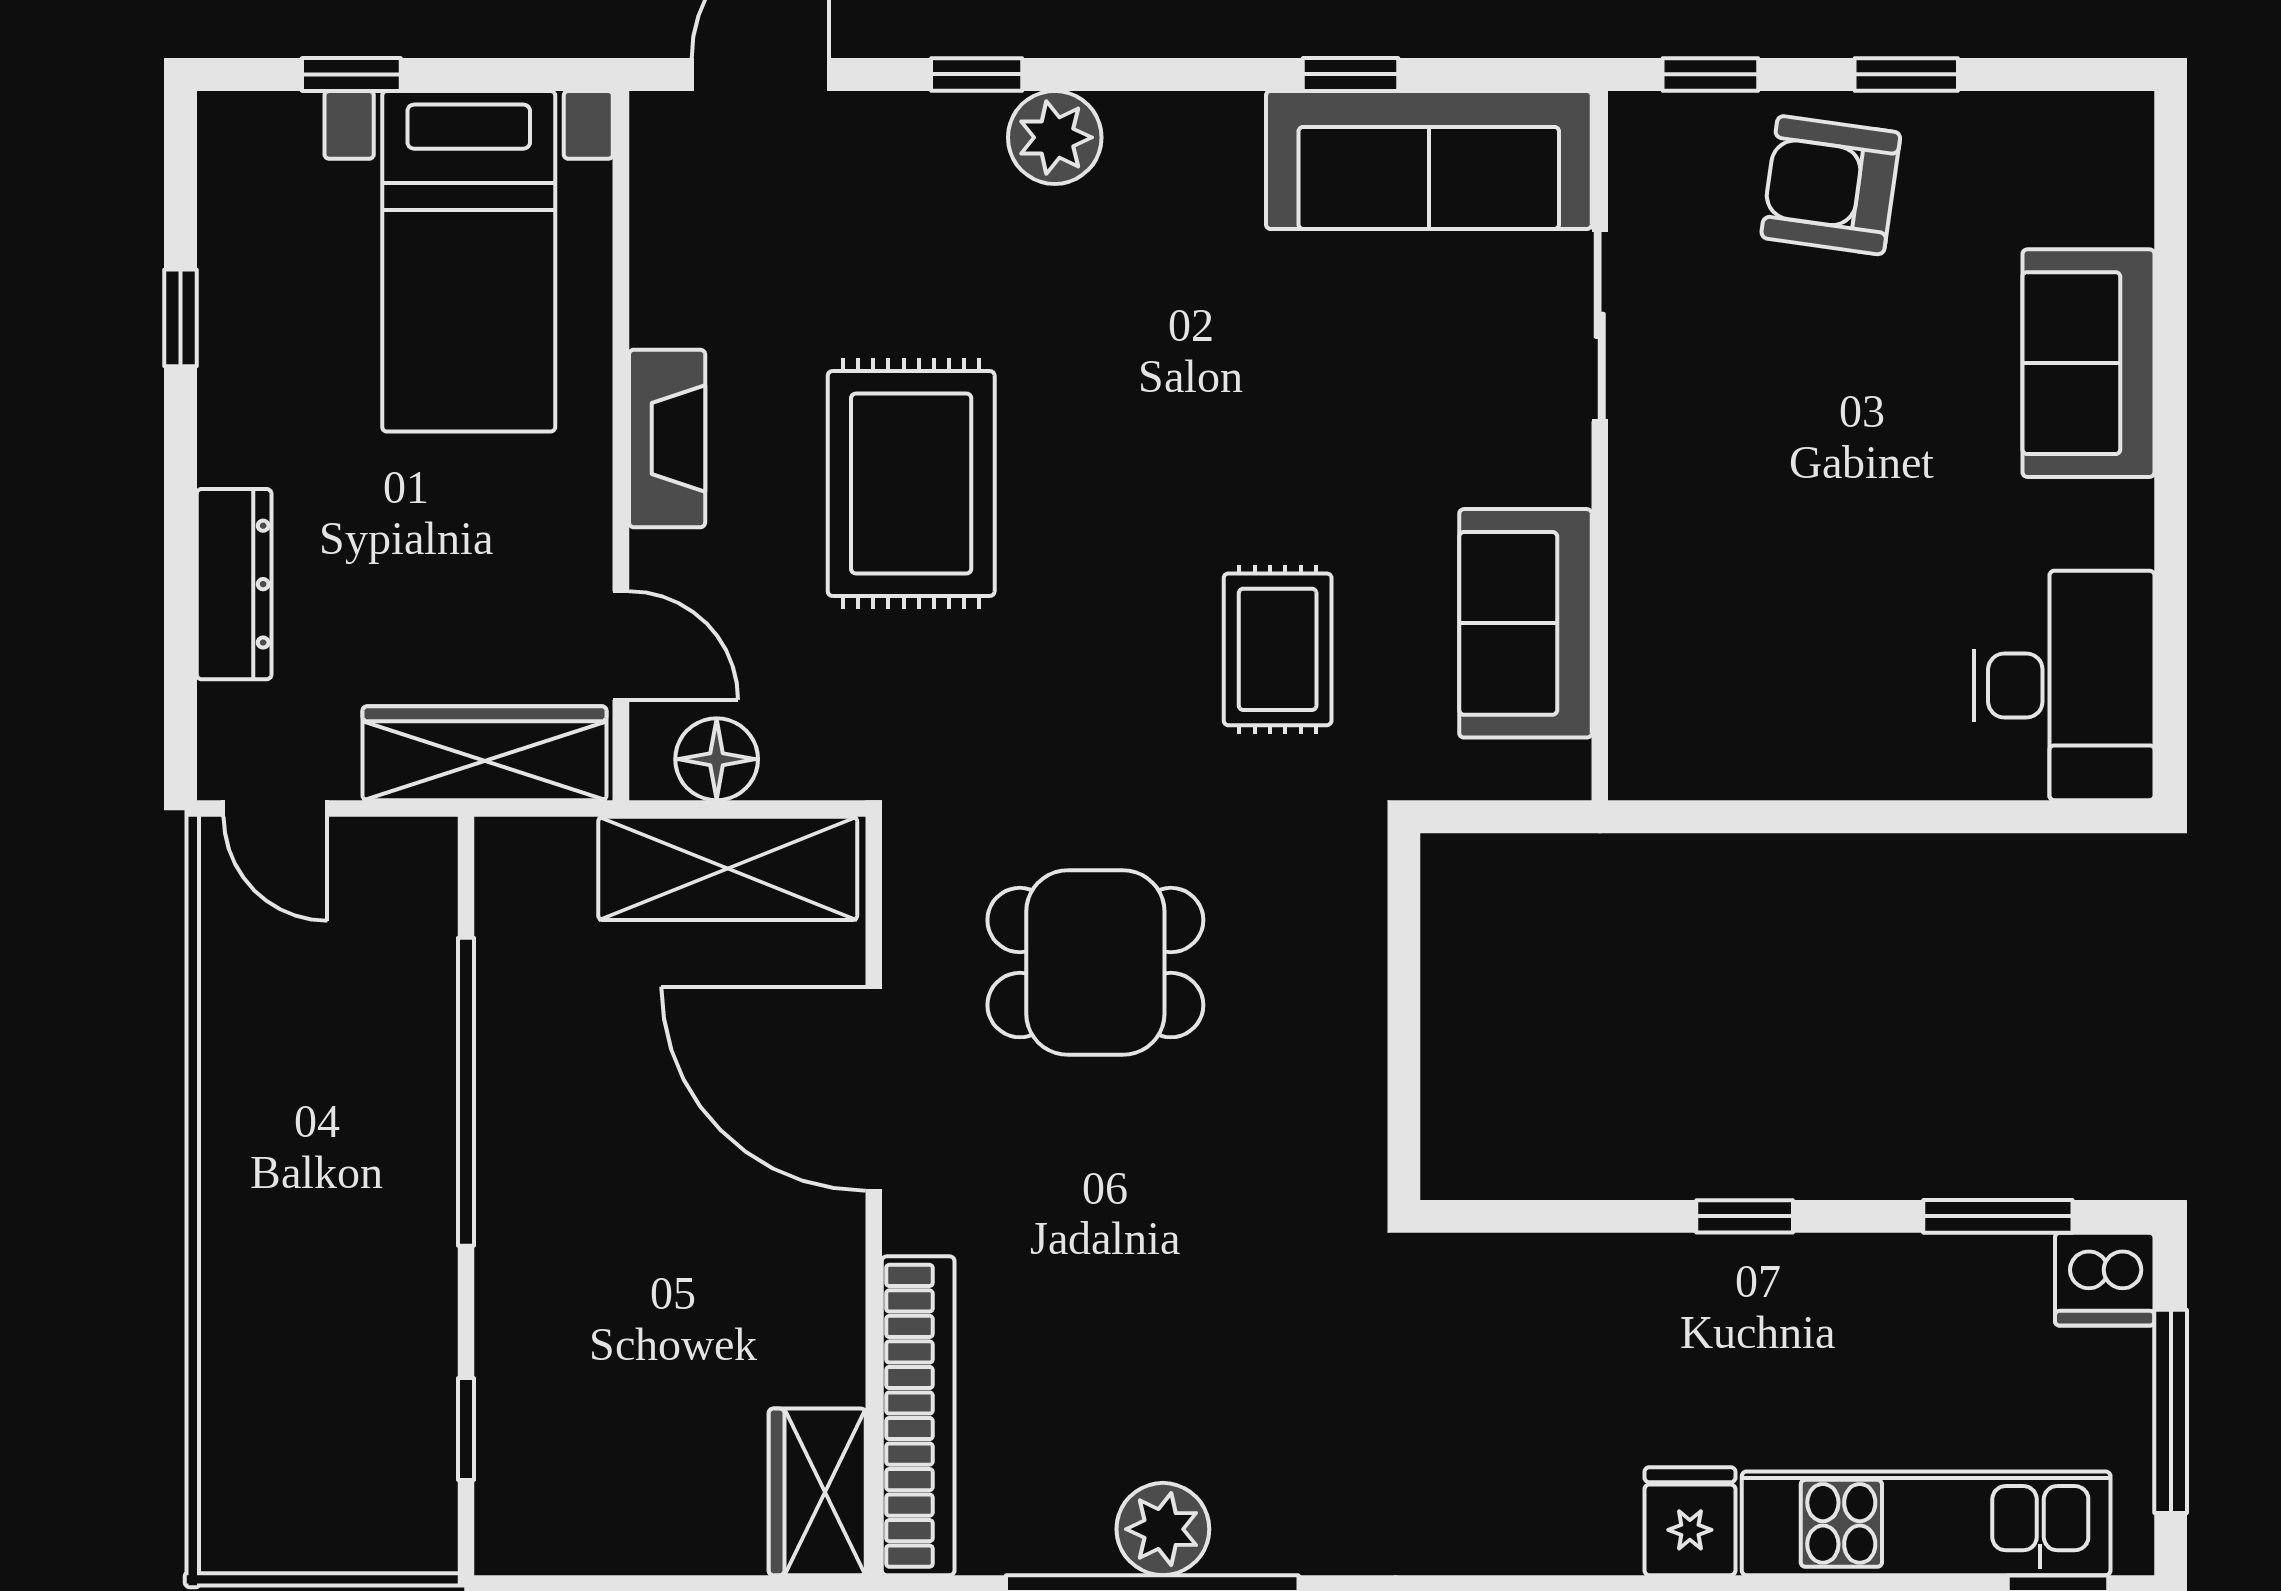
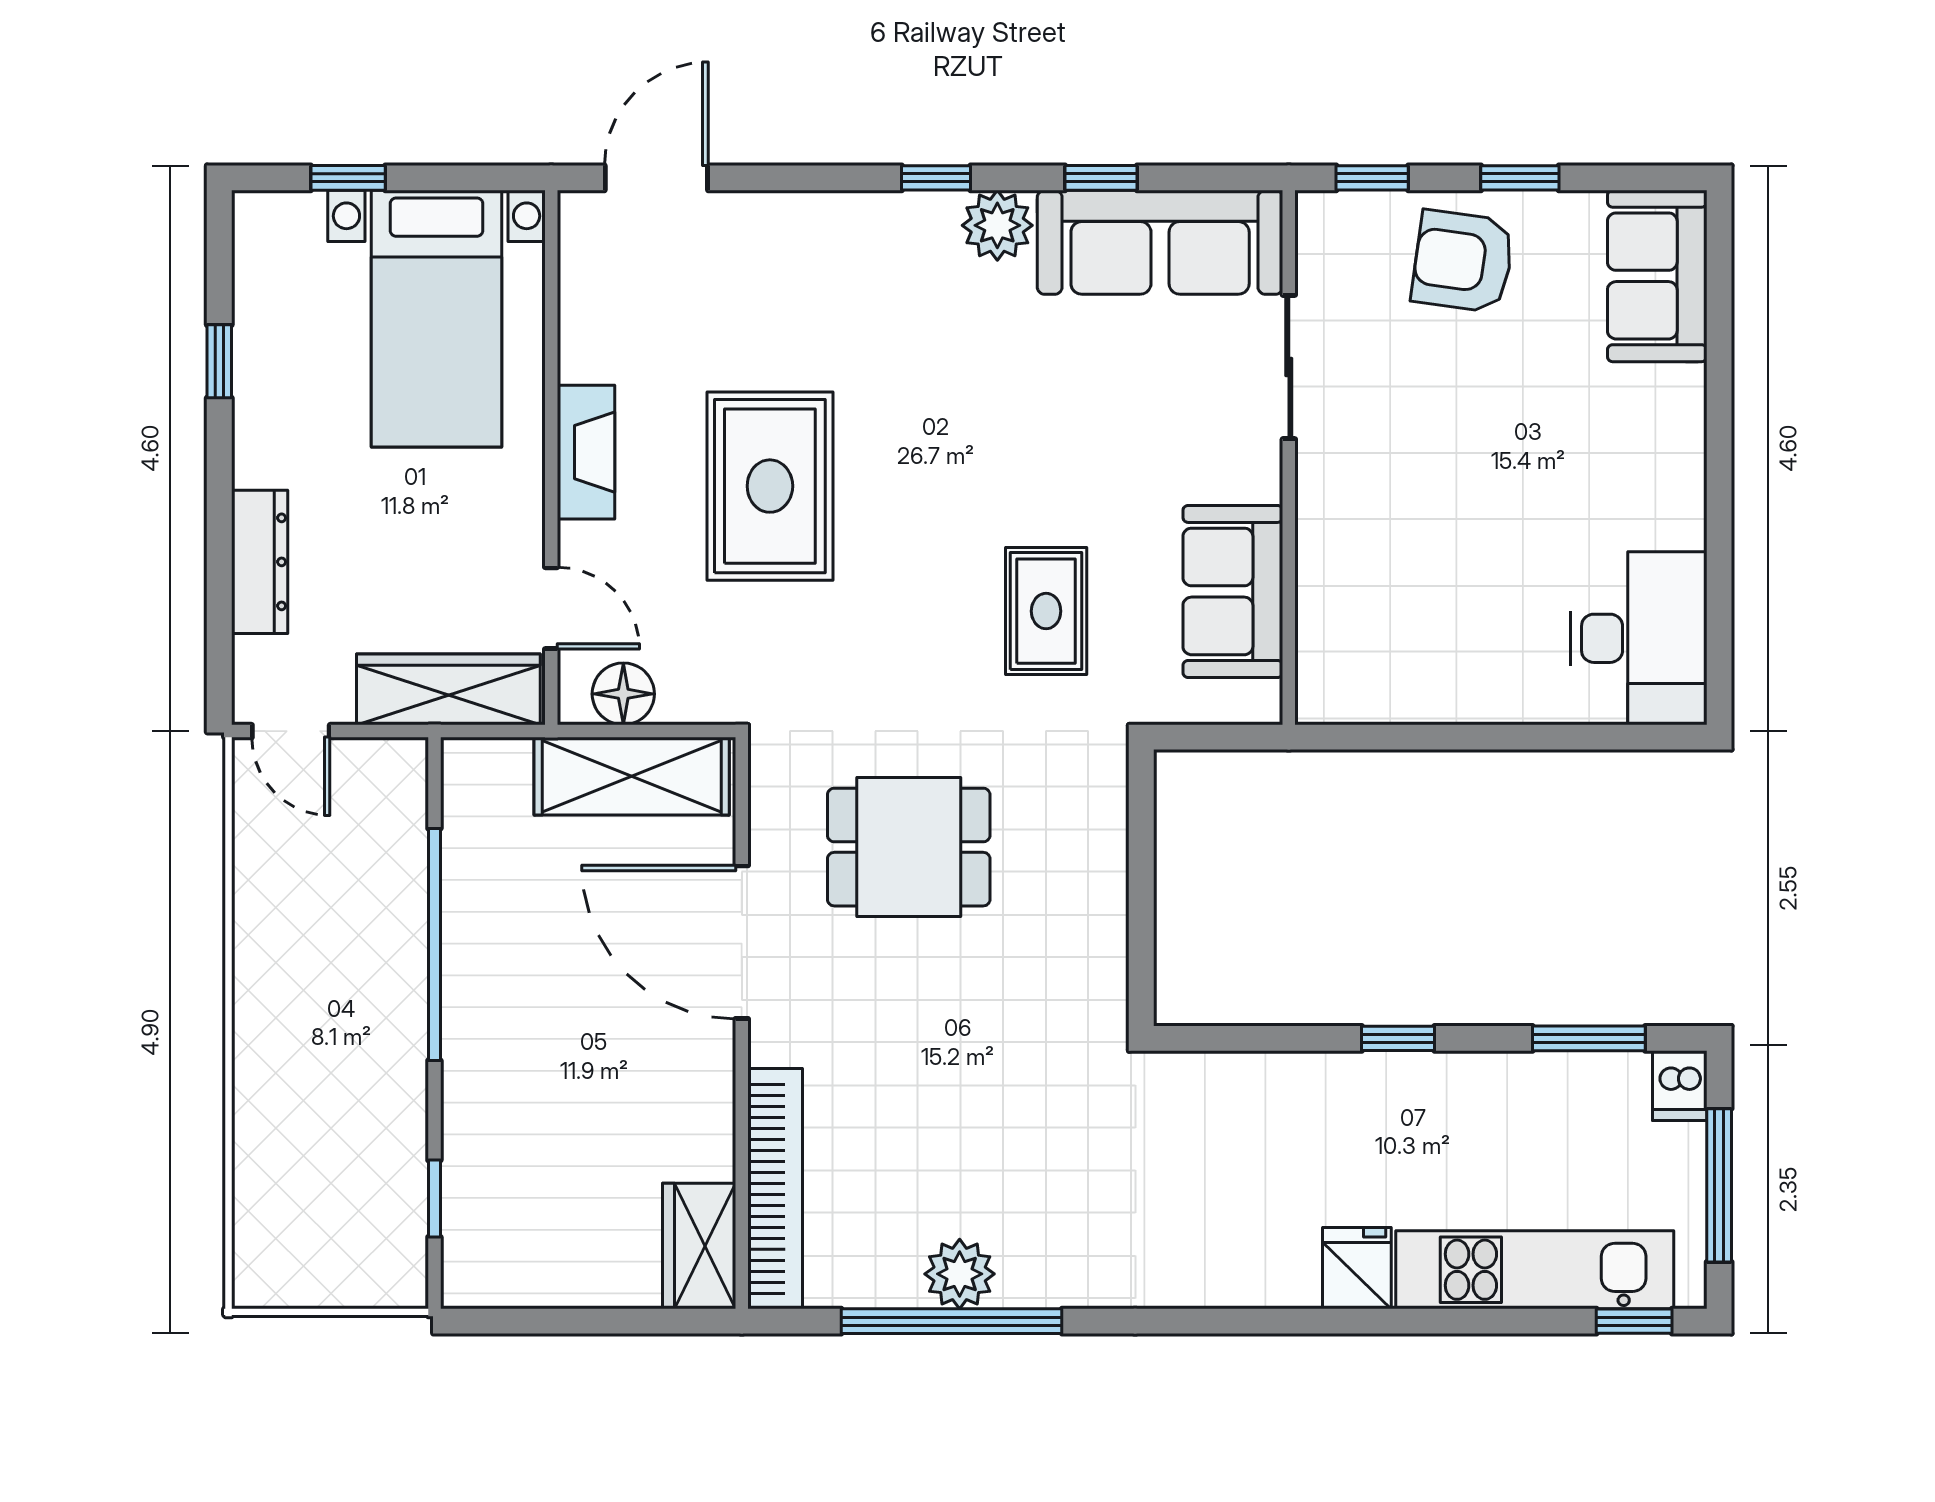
window: (977, 74) -> (936, 178), moved
plant: (1055, 137) -> (997, 225), moved
sofa: (2088, 363) -> (1657, 276), moved
dishwasher: (2105, 1279) -> (1680, 1086), width x0.73

